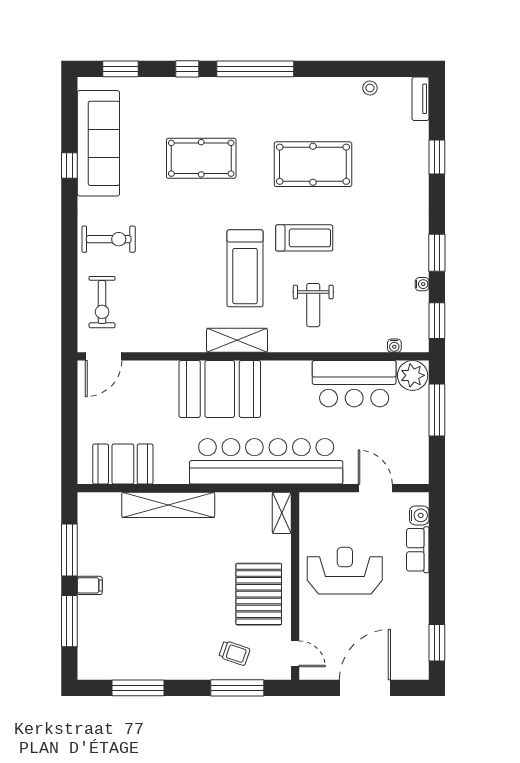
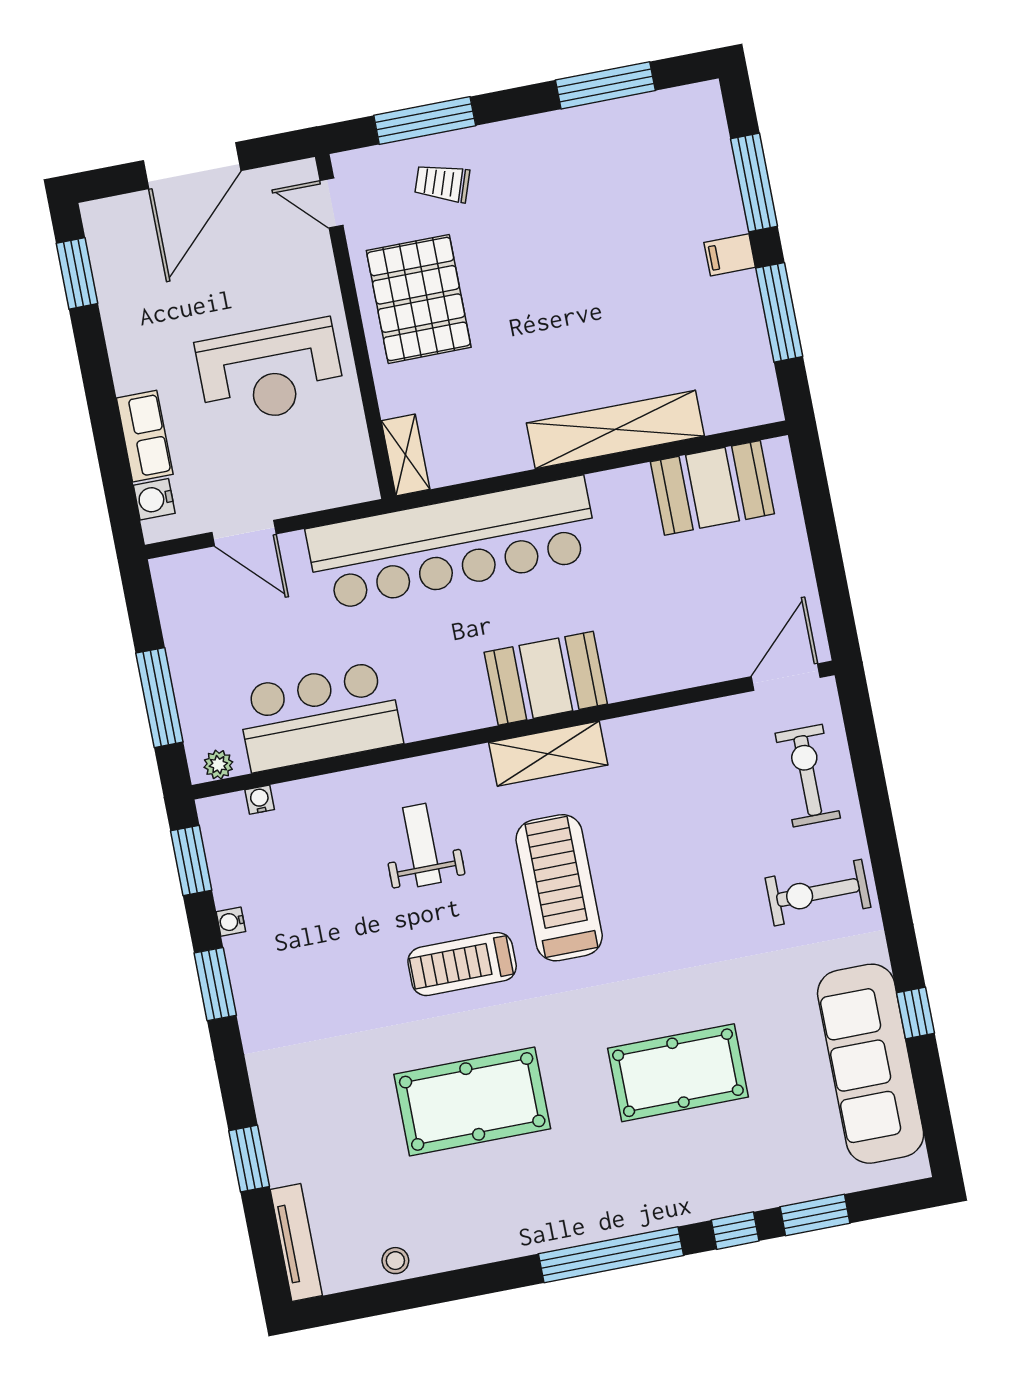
window: (121, 69) -> (815, 1215), moved
tv unit: (420, 99) -> (296, 1243), width x1.41
plant: (413, 375) -> (218, 765), width x0.53, depth x0.53
booth: (220, 389) -> (546, 678), width x0.73, depth x0.70

